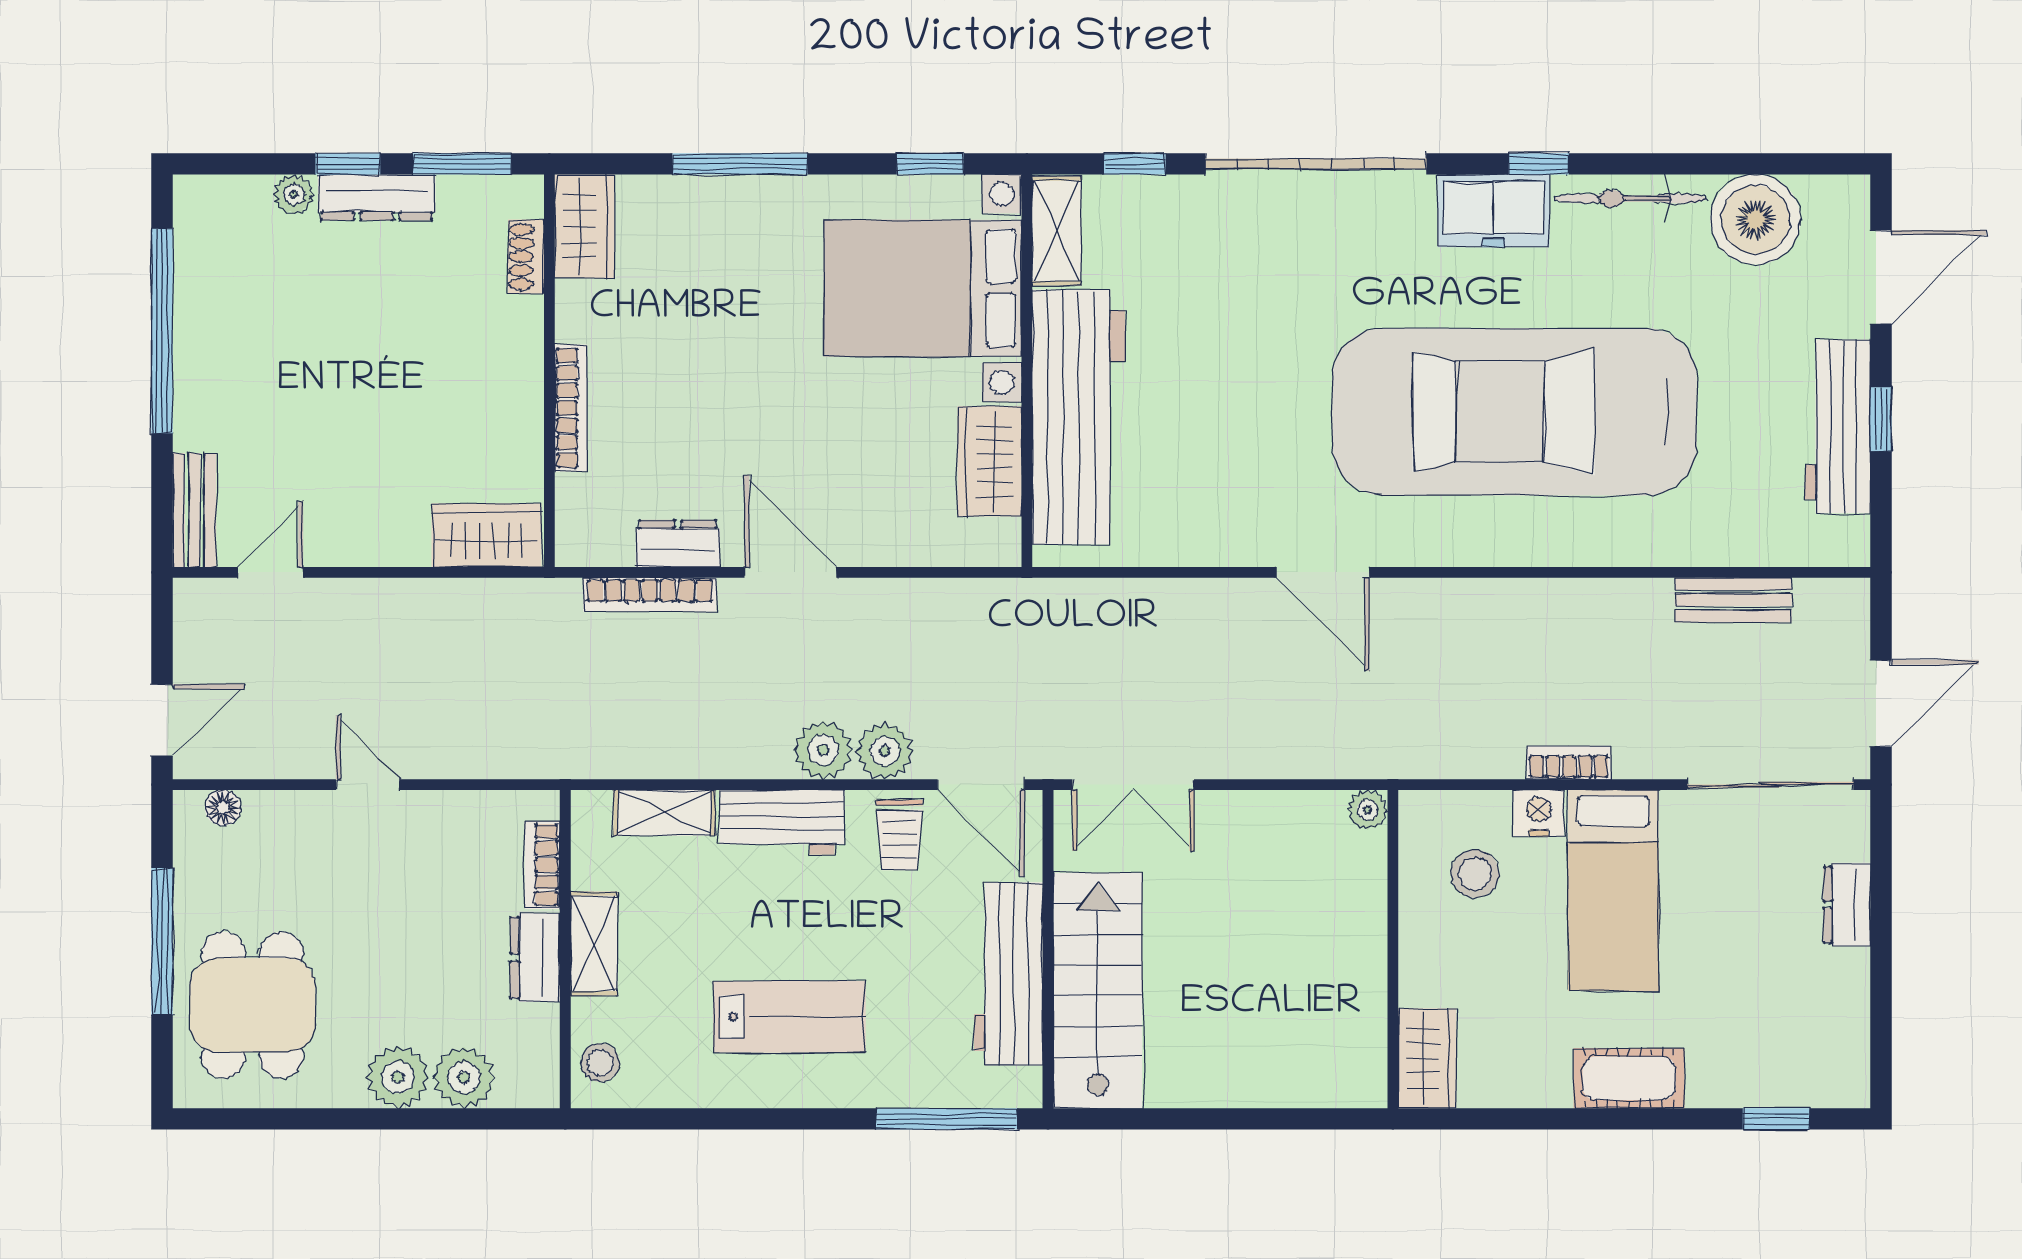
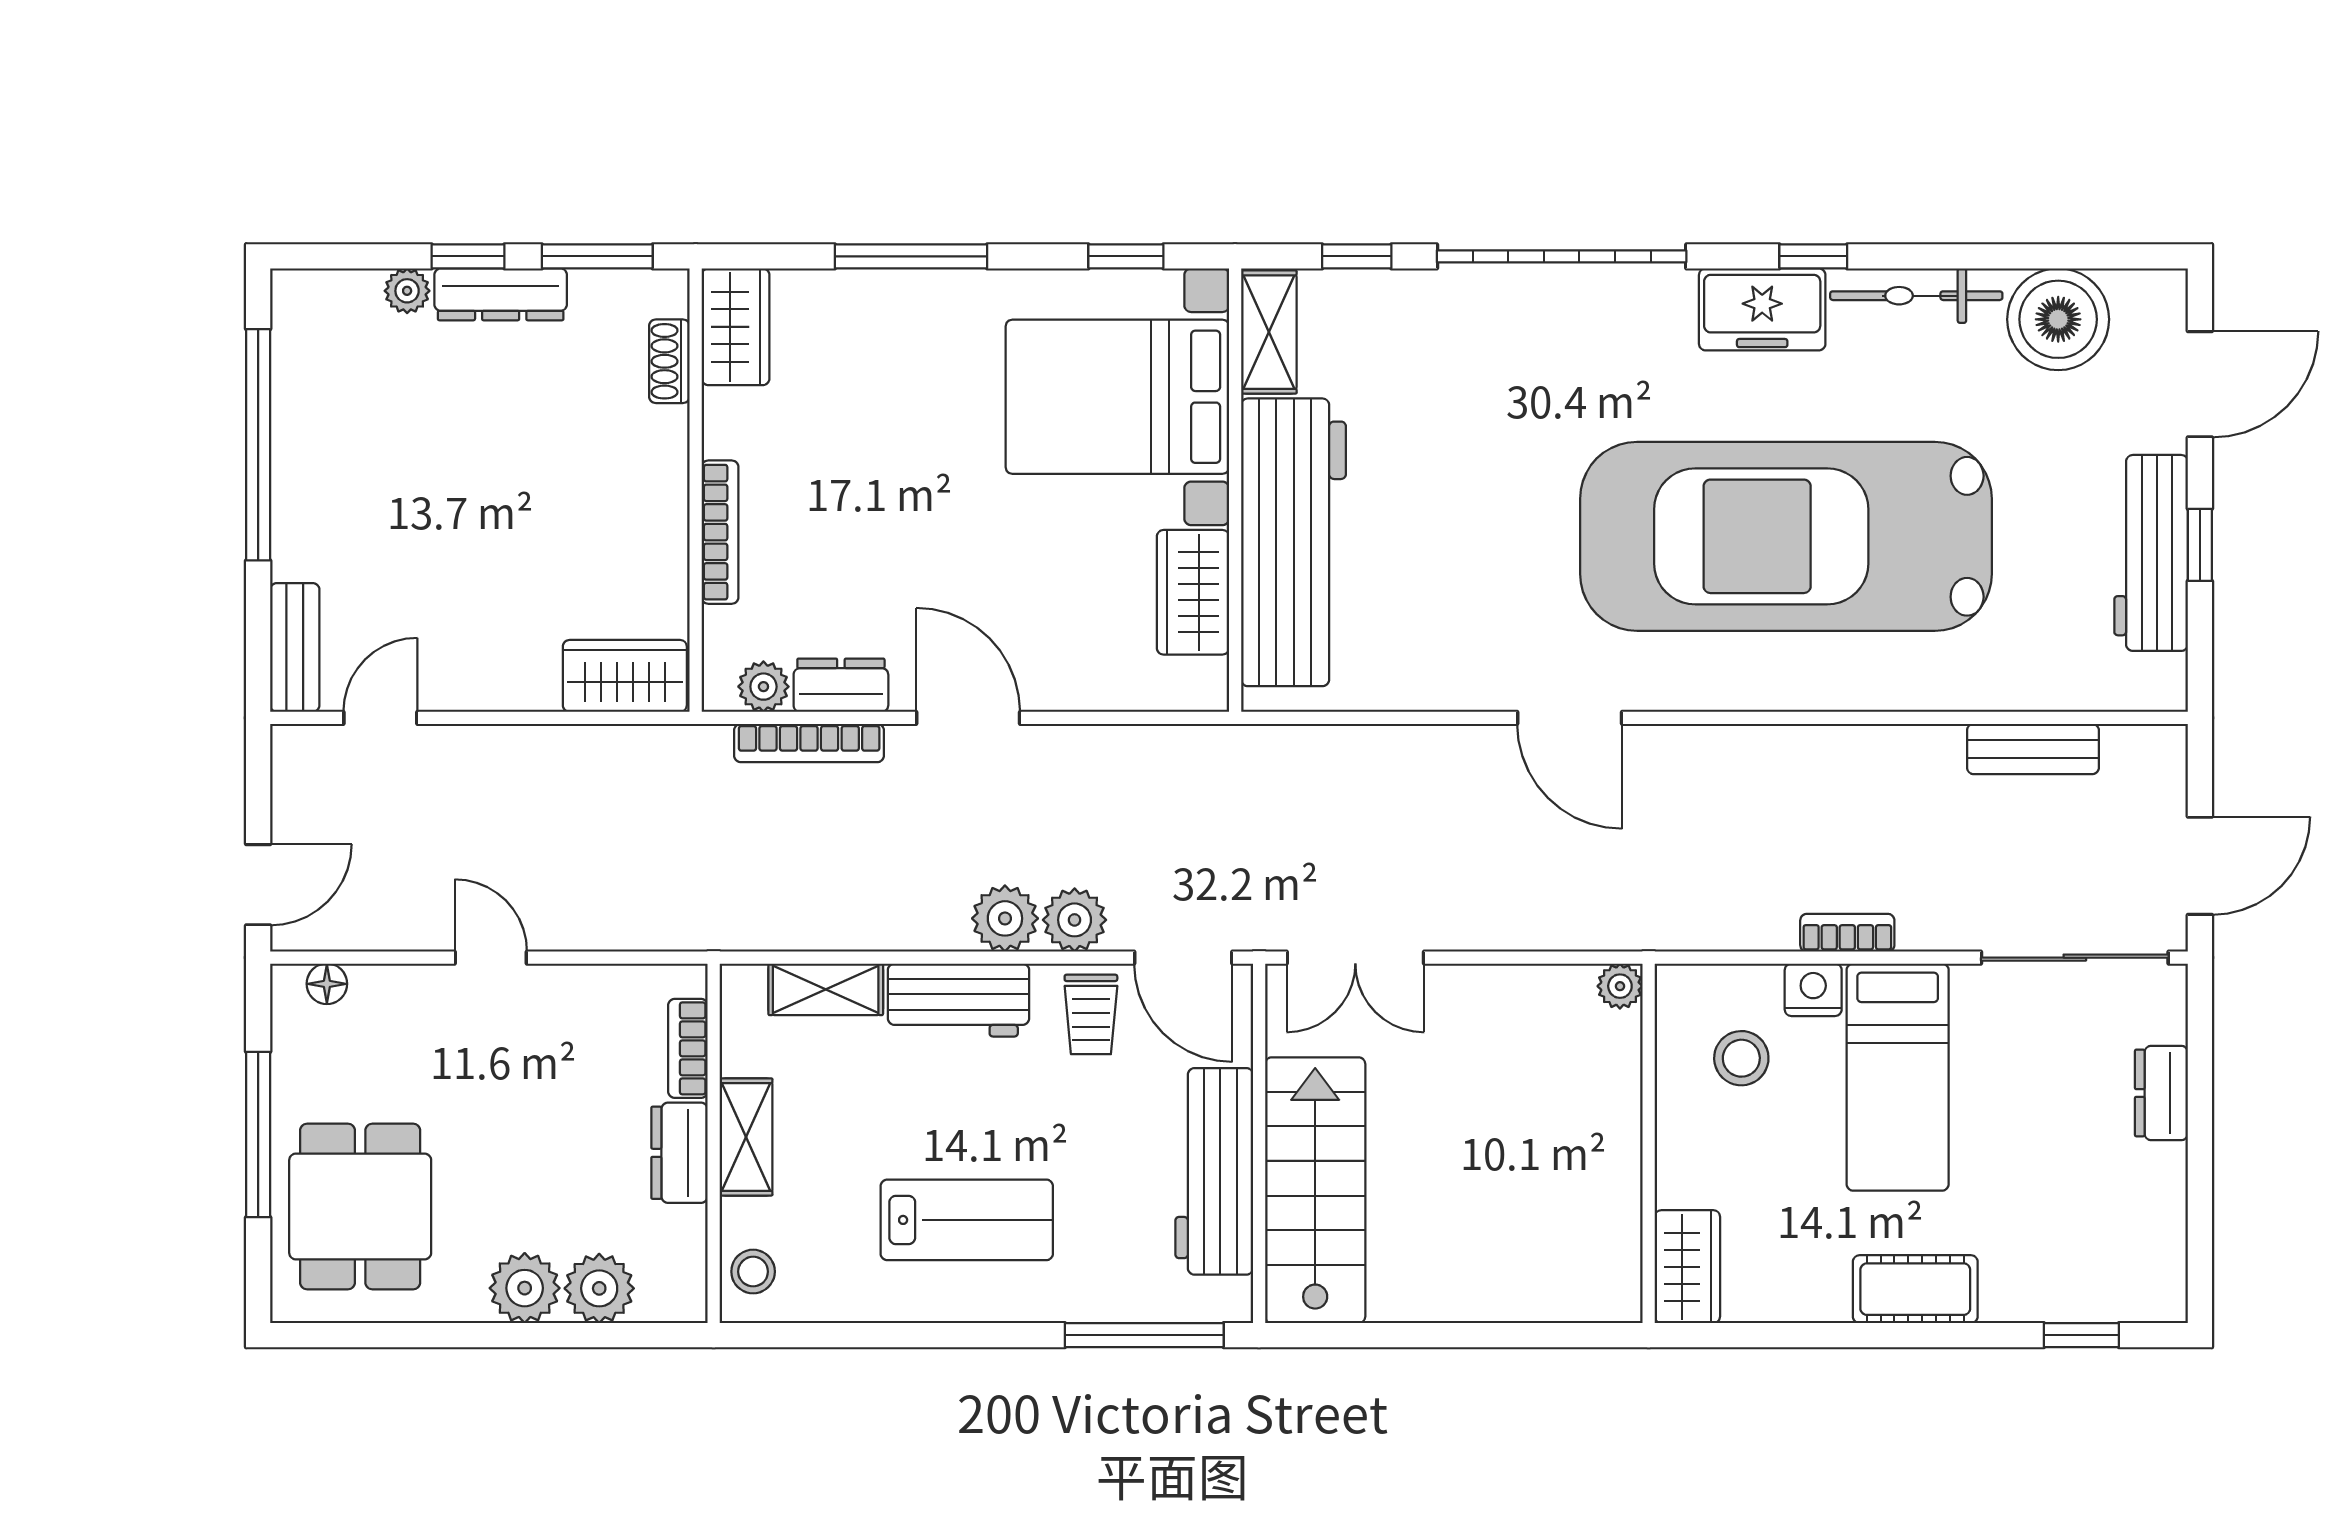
plant: (609, 545) -> (763, 687), added

